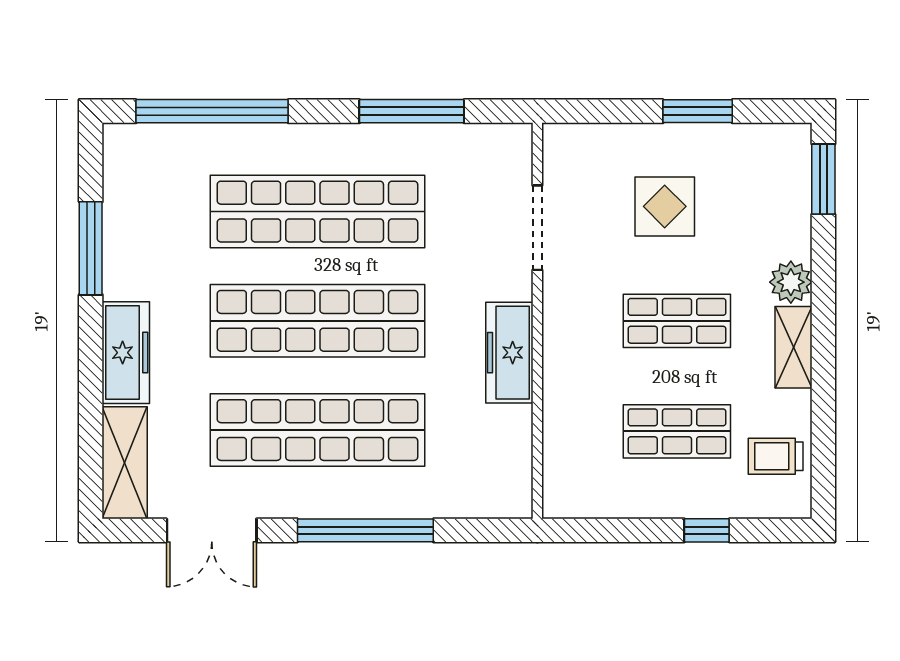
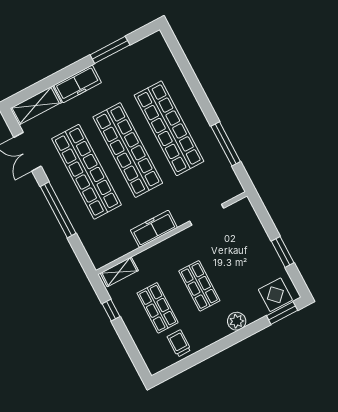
window: (212, 111) -> (186, 68), removed
display table: (665, 206) -> (275, 295), moved
shelving: (794, 347) -> (119, 272), moved
trolley: (776, 456) -> (179, 343), moved
window: (707, 530) -> (111, 310), moved

